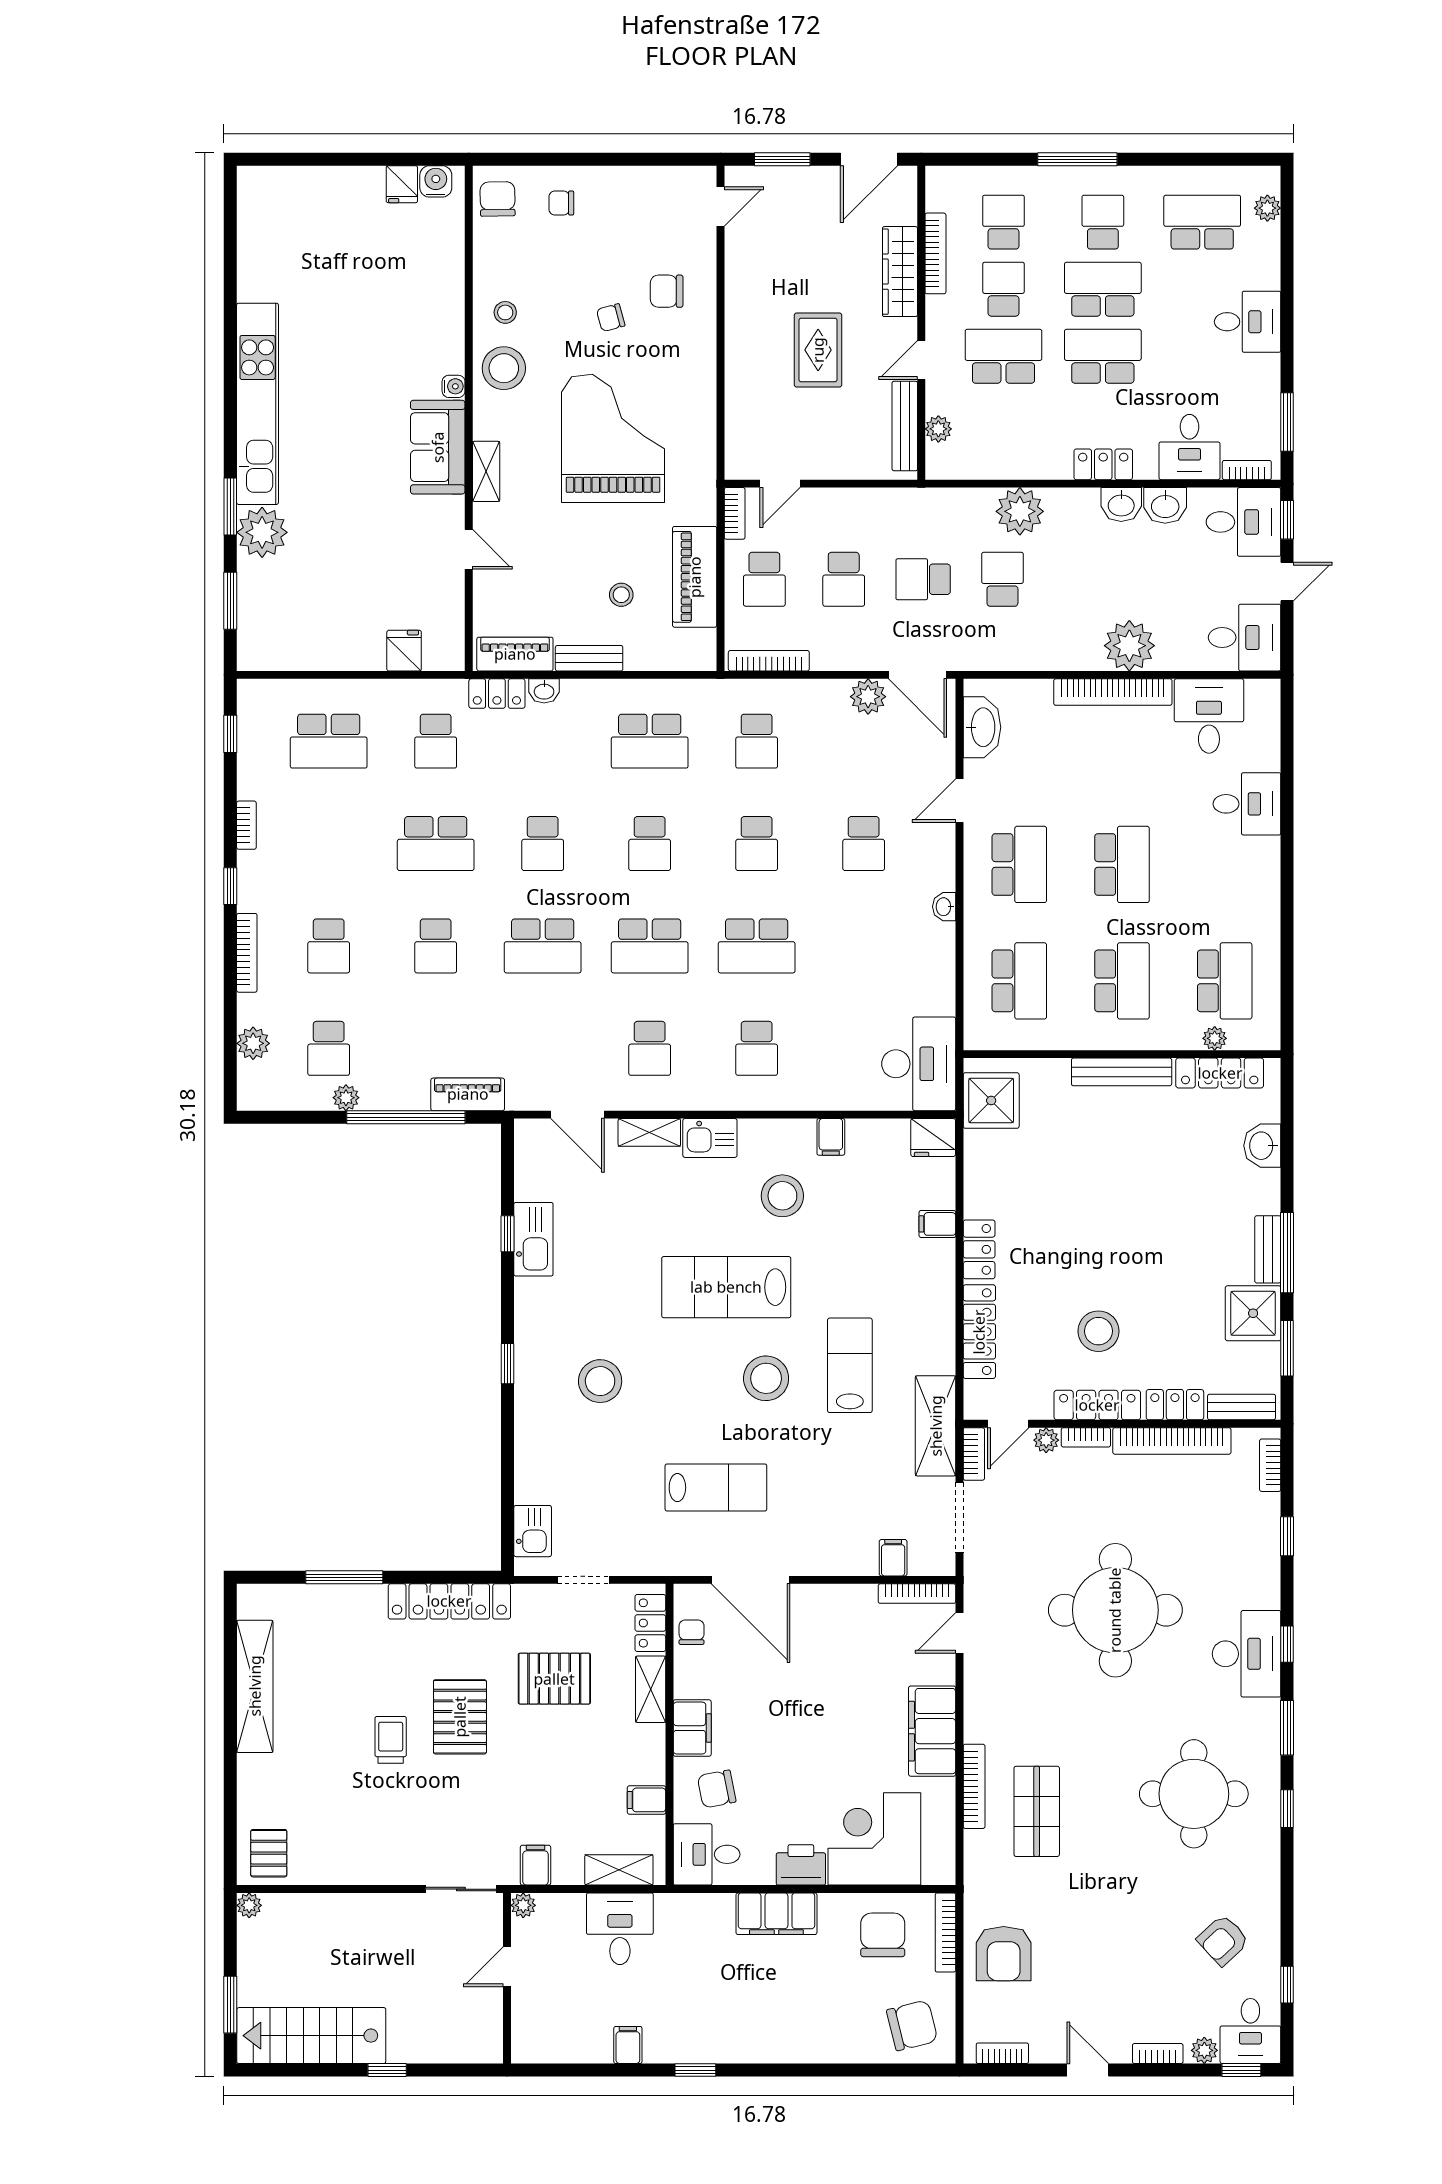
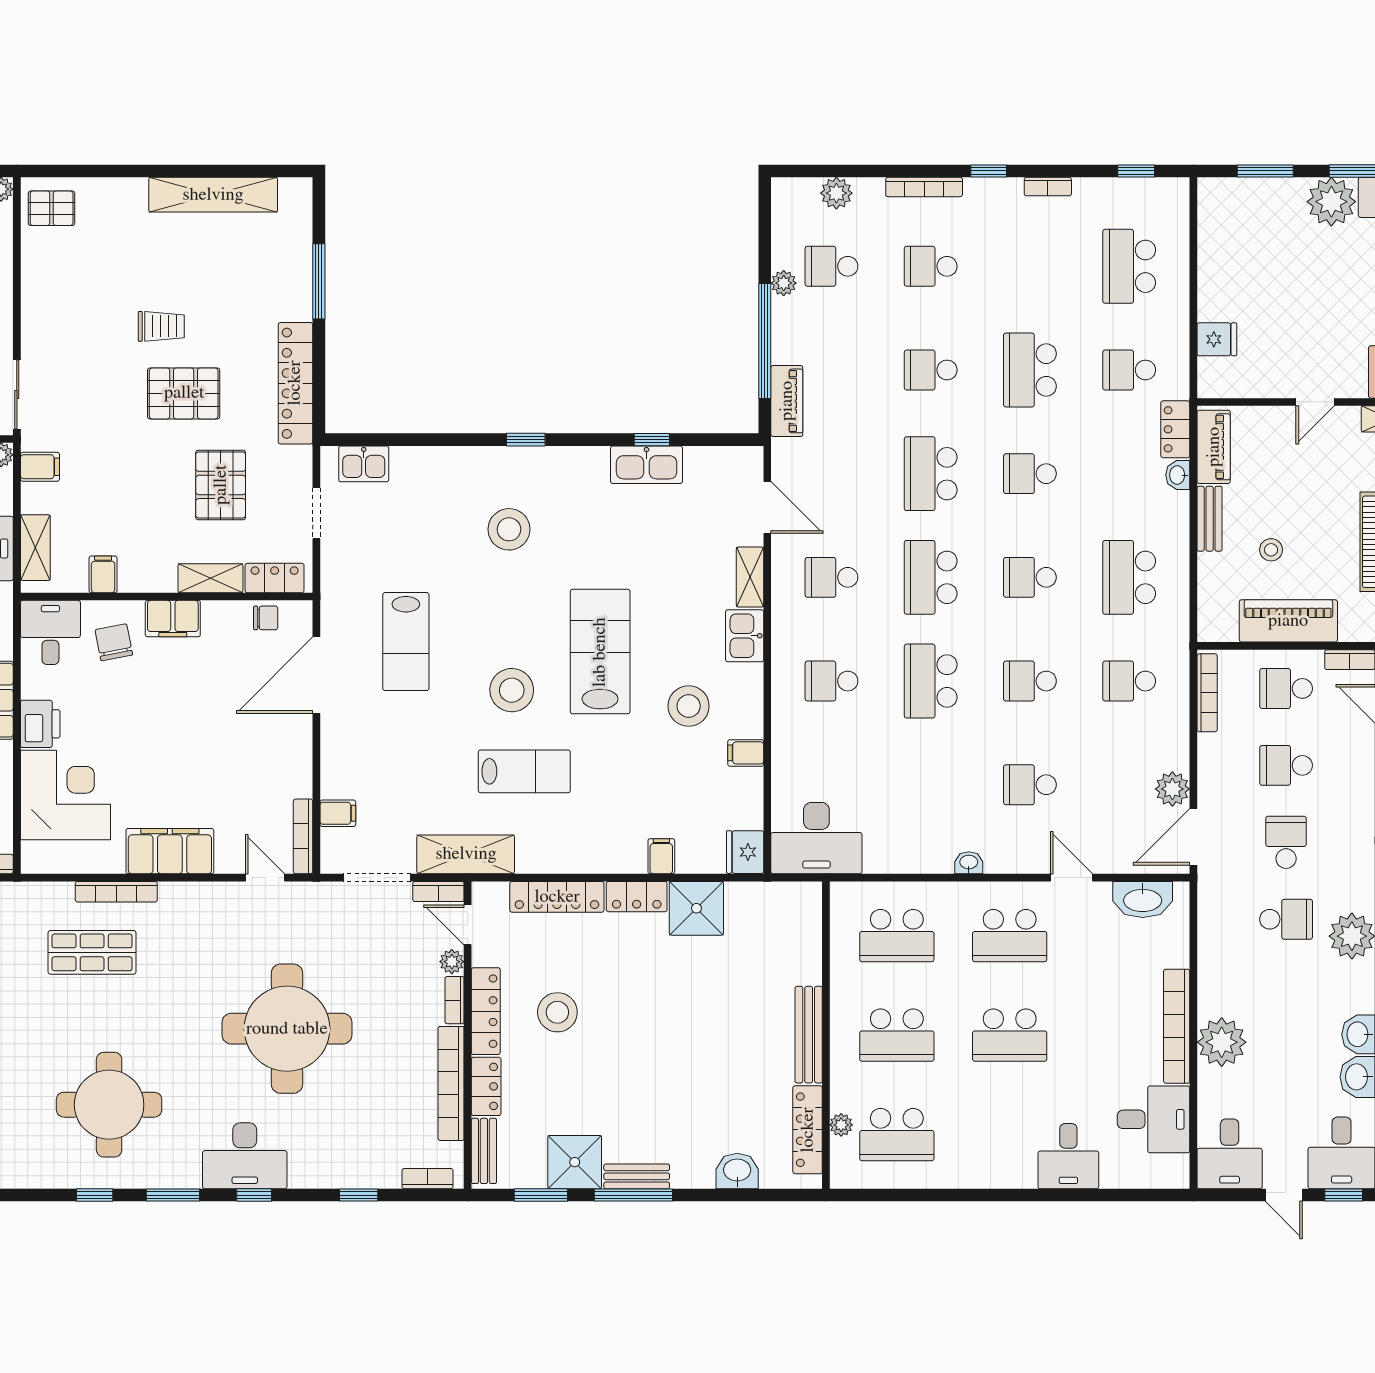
shower: (991, 1100) -> (696, 908), moved
door: (578, 1115) -> (767, 507), swing flipped

